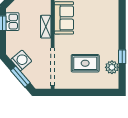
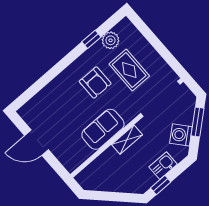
kitchen sink: (12, 22) -> (163, 166), moved
armchair: (95, 37) -> (95, 83), added

